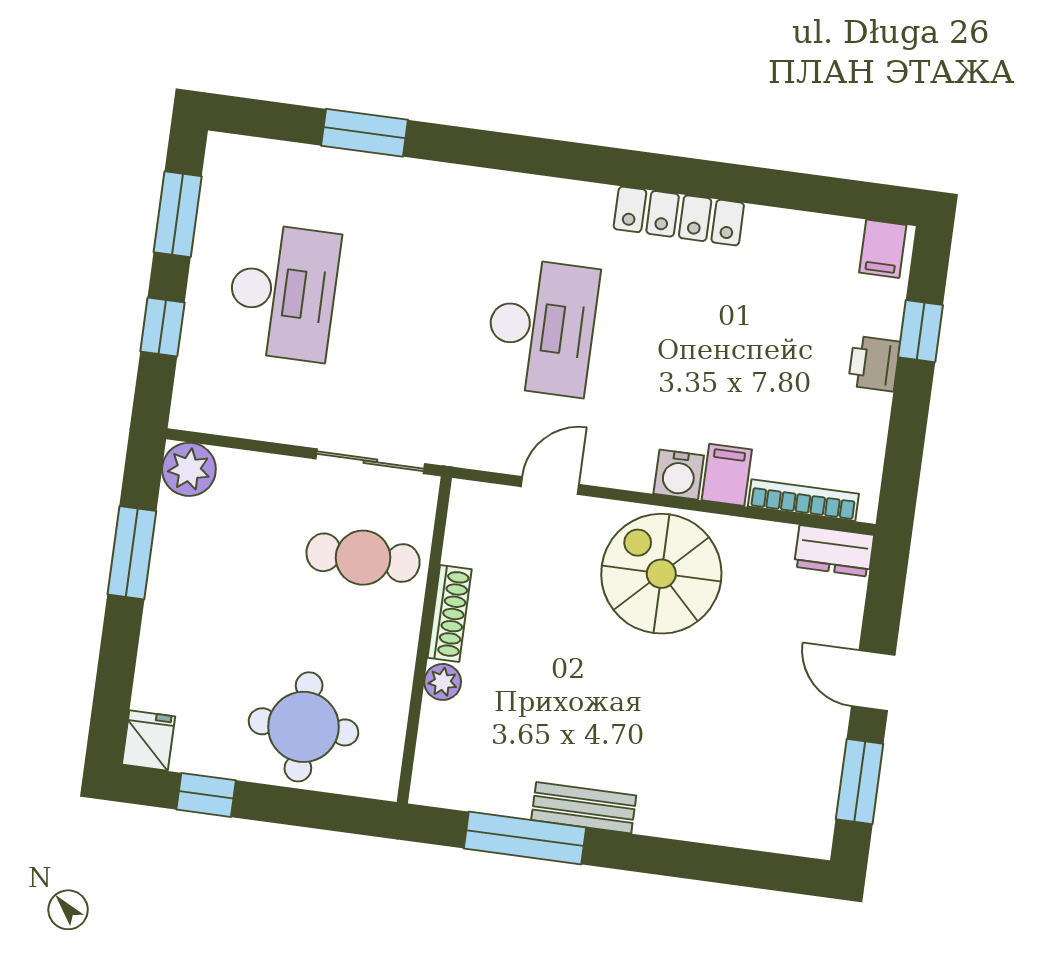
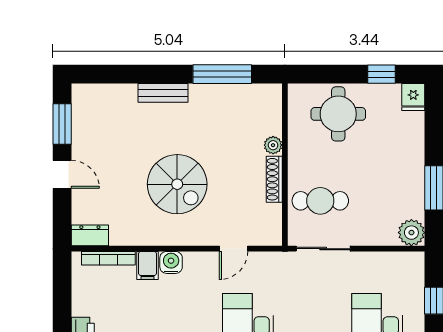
spiral stairs: (661, 574) -> (177, 184), moved
bench: (584, 808) -> (163, 93), moved

